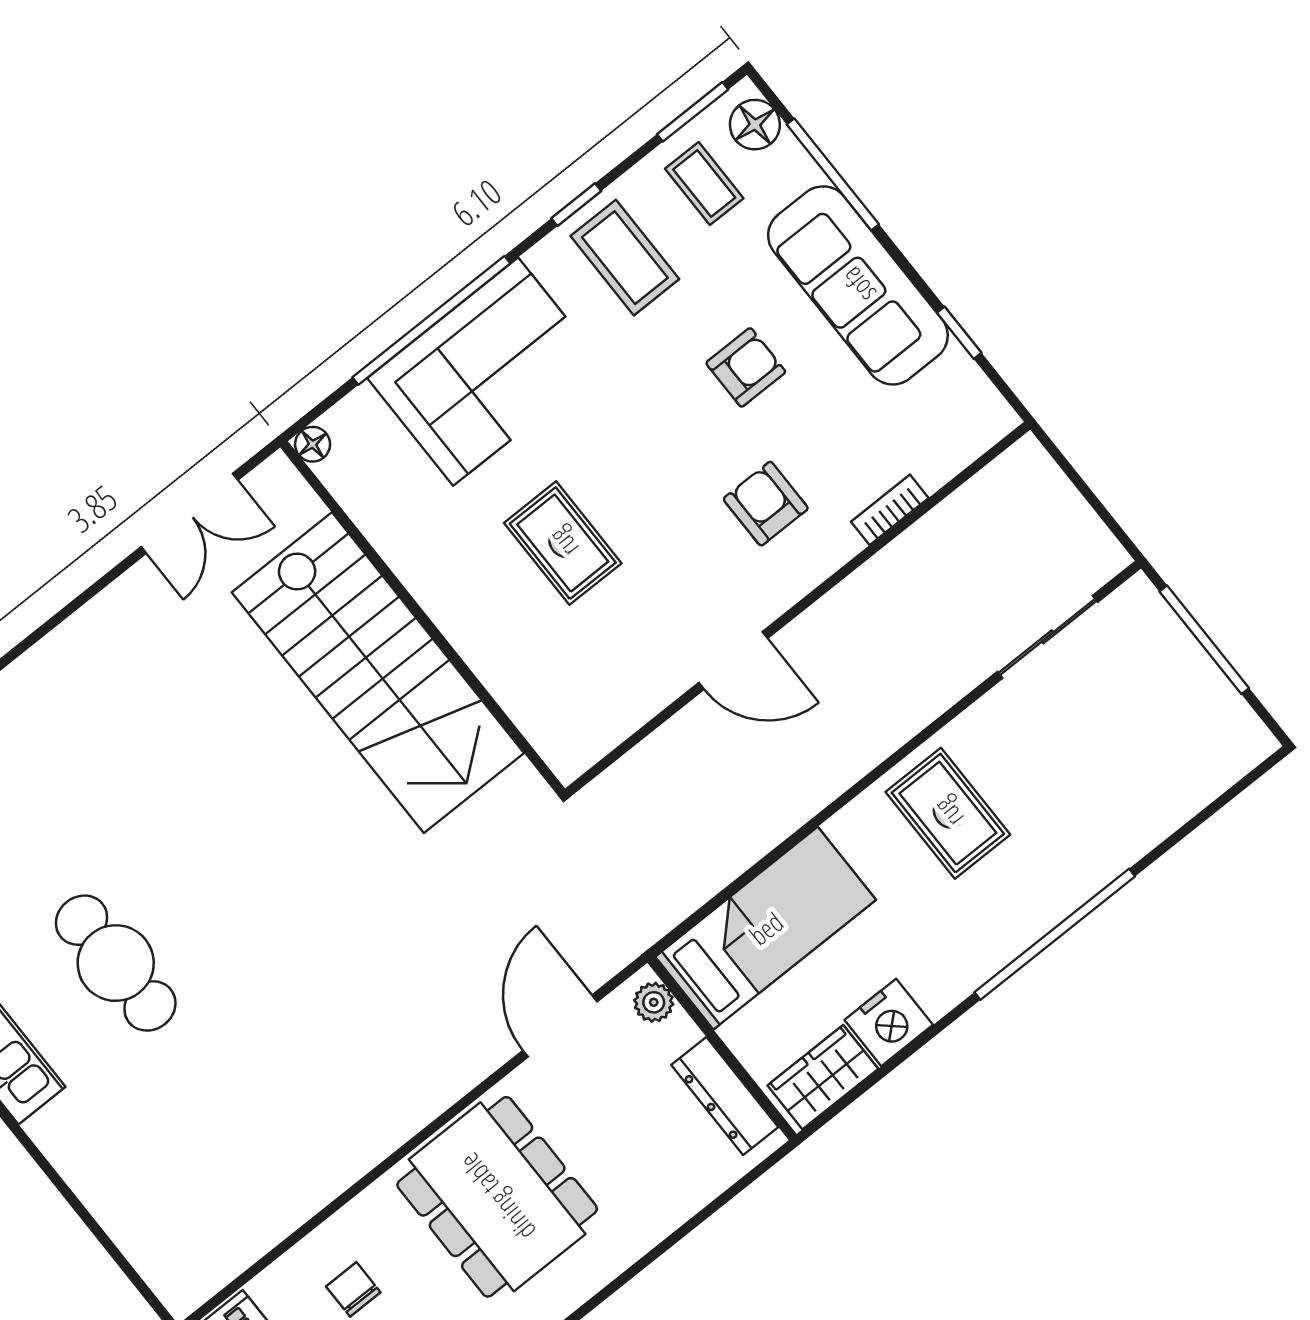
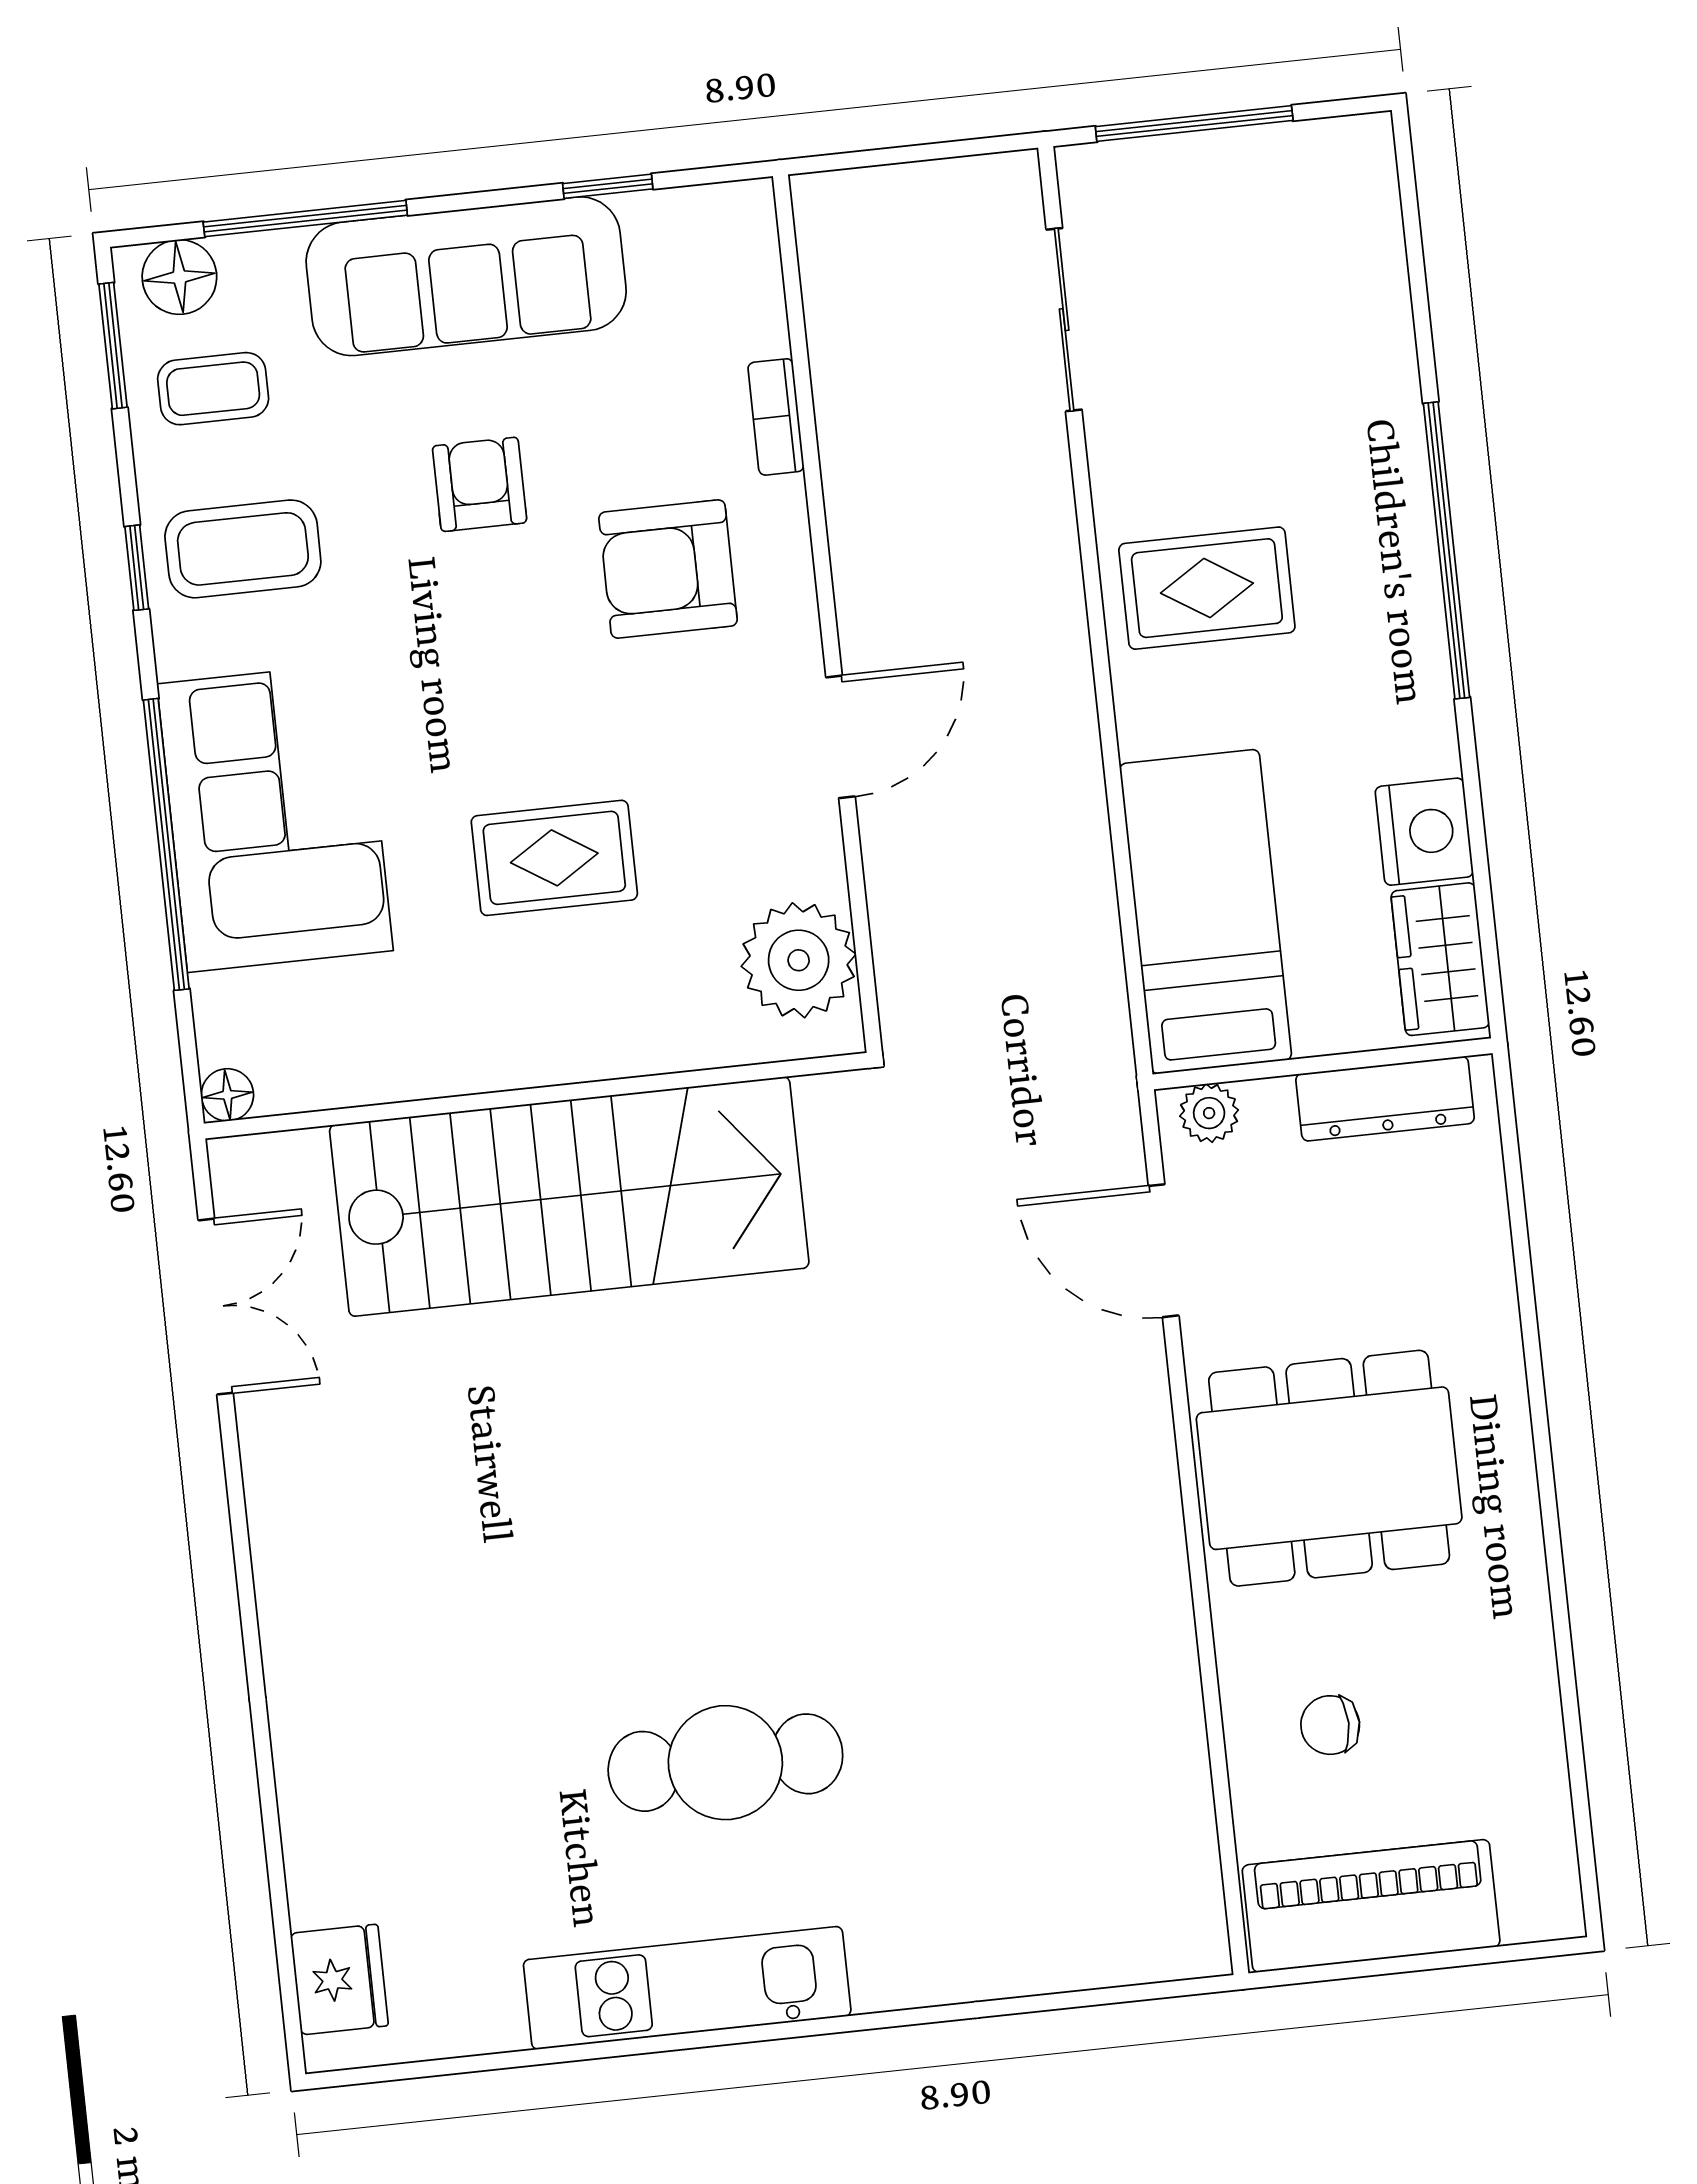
armchair: (766, 504) -> (668, 569), width x1.38, depth x1.38
plant: (593, 717) -> (799, 960), added

